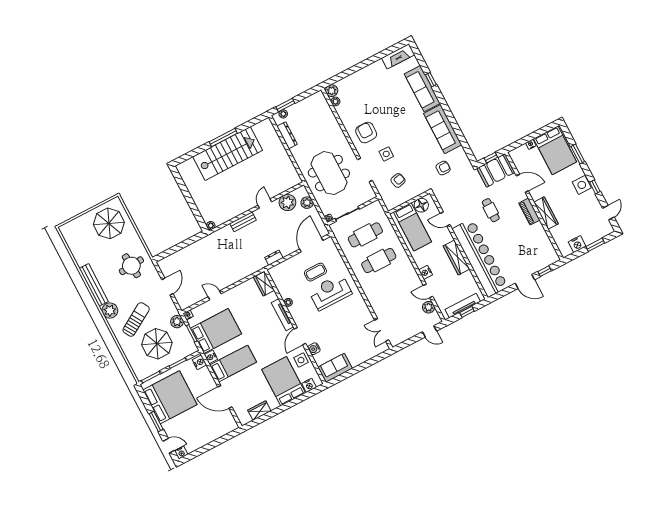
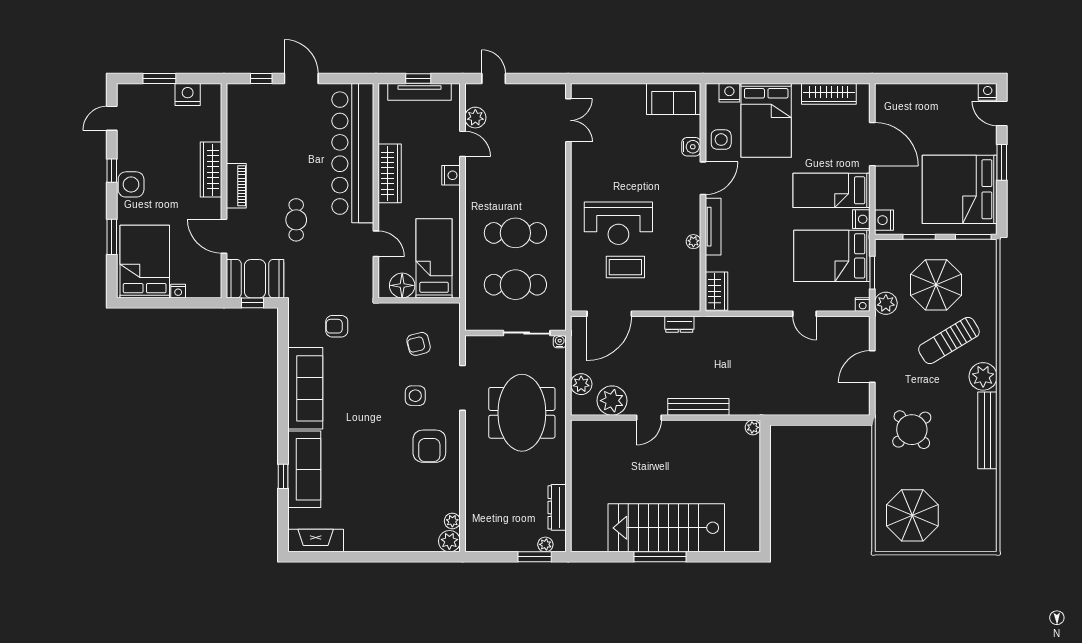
bench: (243, 222) -> (698, 407), width x1.36
round table: (131, 266) -> (912, 430), turned -37
wardrobe: (259, 411) -> (829, 94), width x1.50

